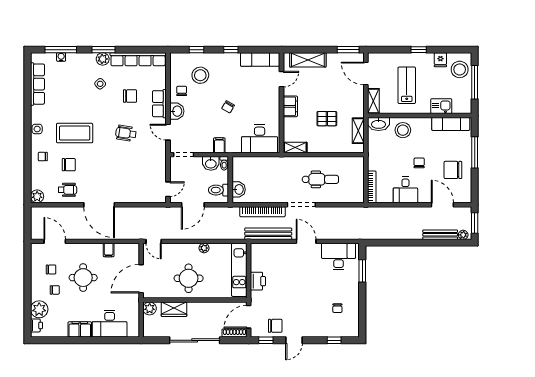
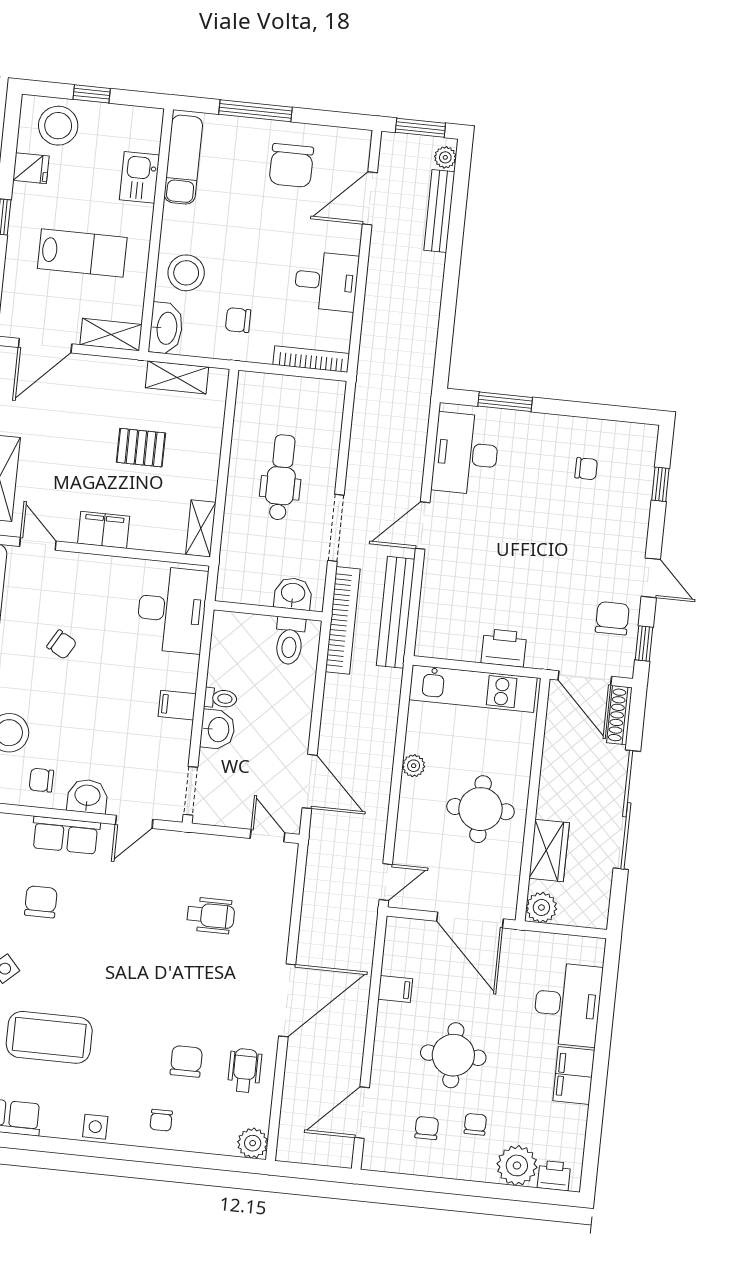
window: (475, 82) -> (92, 94), width x0.46
lab bench: (407, 85) -> (82, 253), turned 180
chair: (228, 107) -> (62, 645), moved
pallet: (327, 119) -> (141, 448), turned 90
coffee table: (75, 133) -> (49, 1037), moved, turned 90
wheelchair: (126, 133) -> (211, 915), moved, turned -99
chair: (419, 163) -> (238, 320), moved
wall: (230, 180) -> (268, 611), moved
washbasin: (239, 189) -> (293, 594), moved
toilet: (219, 190) -> (290, 641), moved

